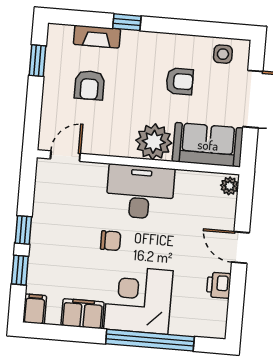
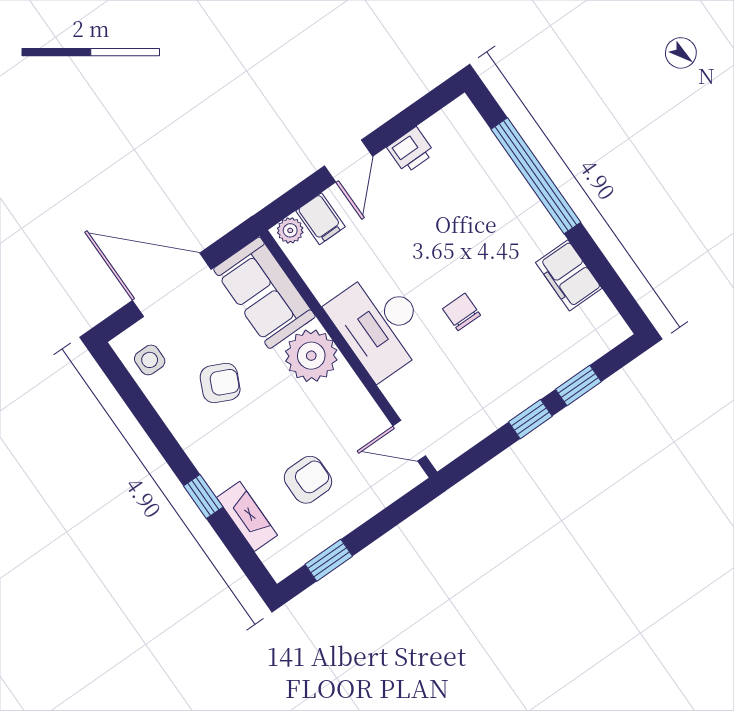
armchair: (180, 81) -> (220, 383), turned 115
corner desk: (138, 300) -> (502, 226), removed
filing cabinet: (35, 309) -> (320, 219), moved, turned -90

